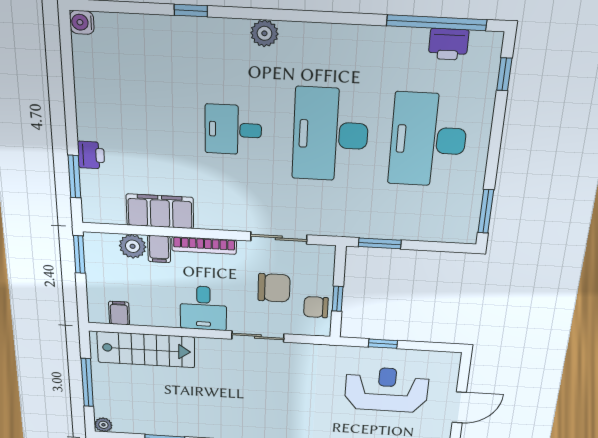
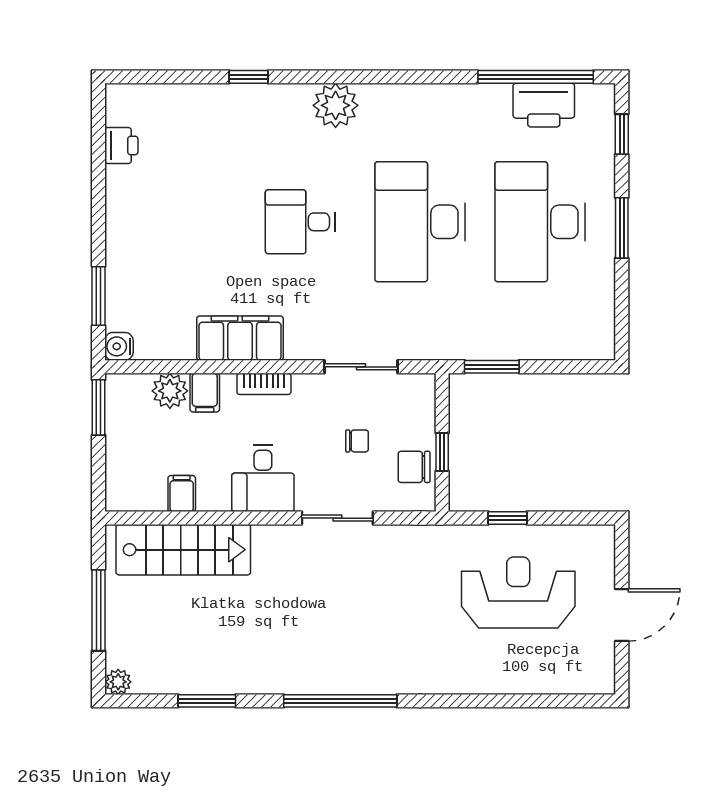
water cooler: (82, 22) -> (119, 346), moved
plant: (264, 33) -> (336, 105), width x1.36, depth x1.36
printer: (448, 44) -> (544, 105), width x1.37, depth x1.19
printer: (91, 155) -> (121, 145), moved
filing cabinet: (160, 211) -> (240, 338), moved
window: (486, 211) -> (622, 228), moved
bookcase: (204, 245) -> (264, 384), width x0.64
chair: (274, 288) -> (357, 441), width x0.54, depth x0.54
filing cabinet: (119, 313) -> (182, 494), moved

